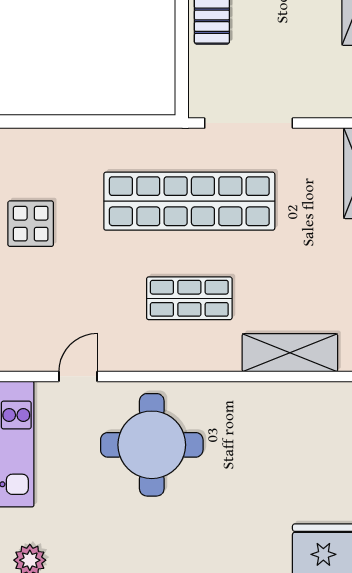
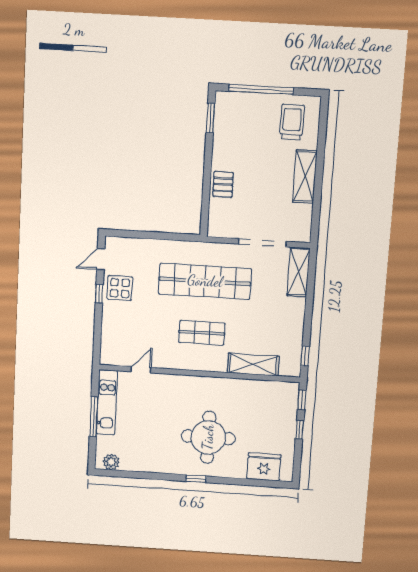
doorway: (249, 123) -> (262, 243), moved
round table: (152, 445) -> (208, 437), moved

